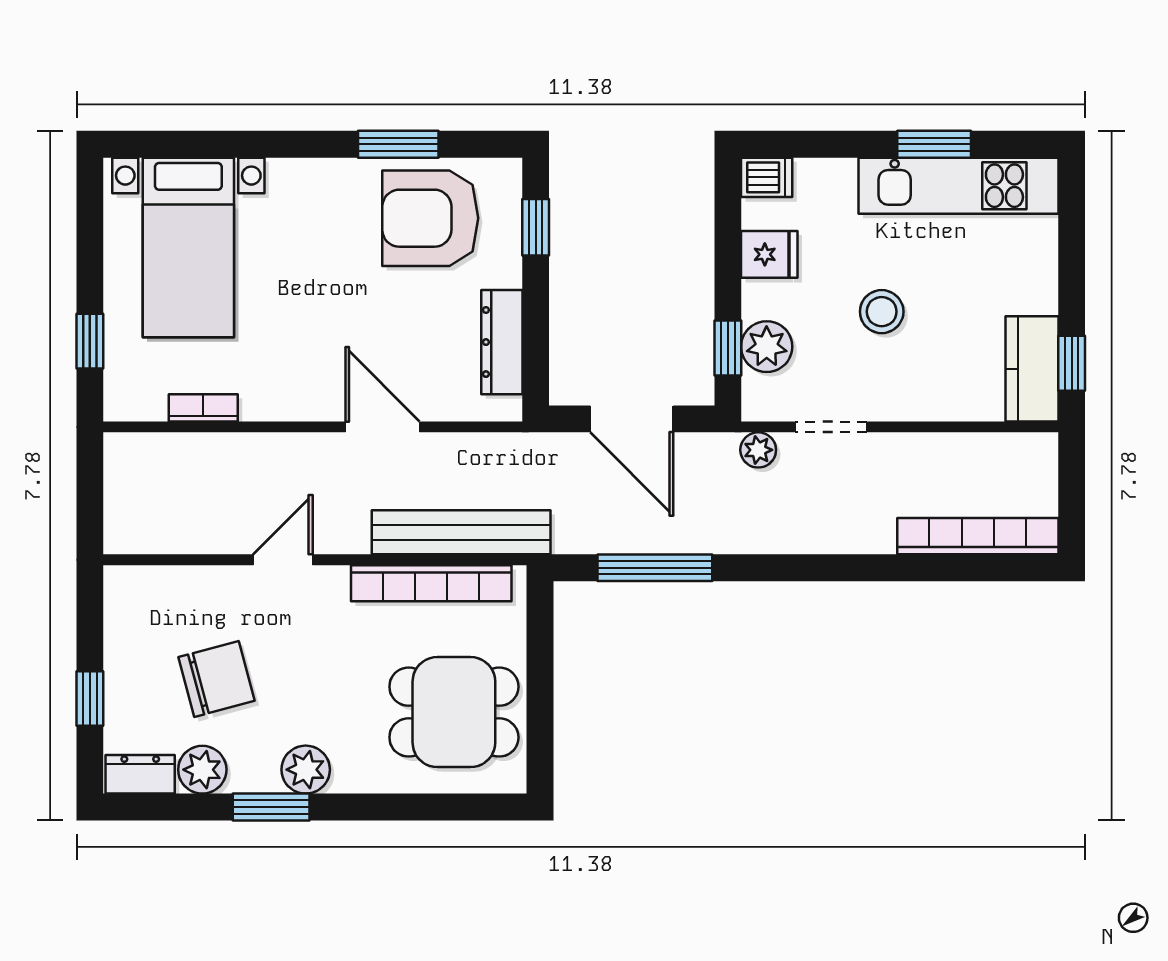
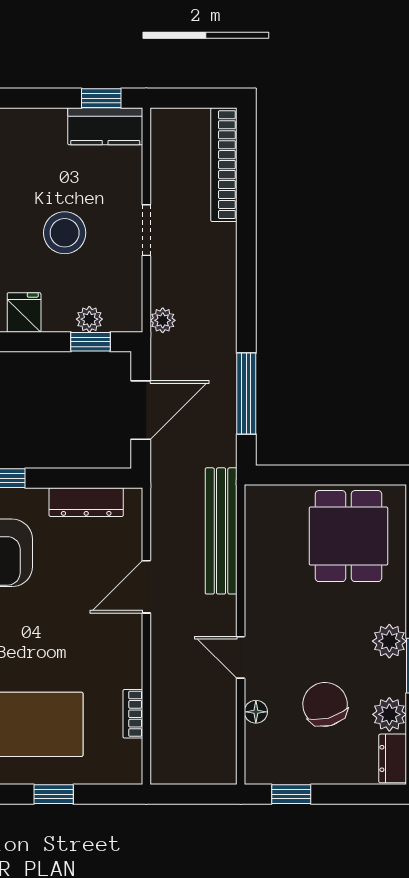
stool: (882, 312) -> (65, 233), width x1.38, depth x1.38
window: (90, 341) -> (54, 794), moved
plant: (767, 347) -> (89, 319), width x0.73, depth x0.73
doorway: (831, 427) -> (146, 230), moved
floor lamp: (206, 581) -> (256, 712), added
bookcase: (431, 583) -> (257, 552), removed
window: (90, 698) -> (291, 794), moved

